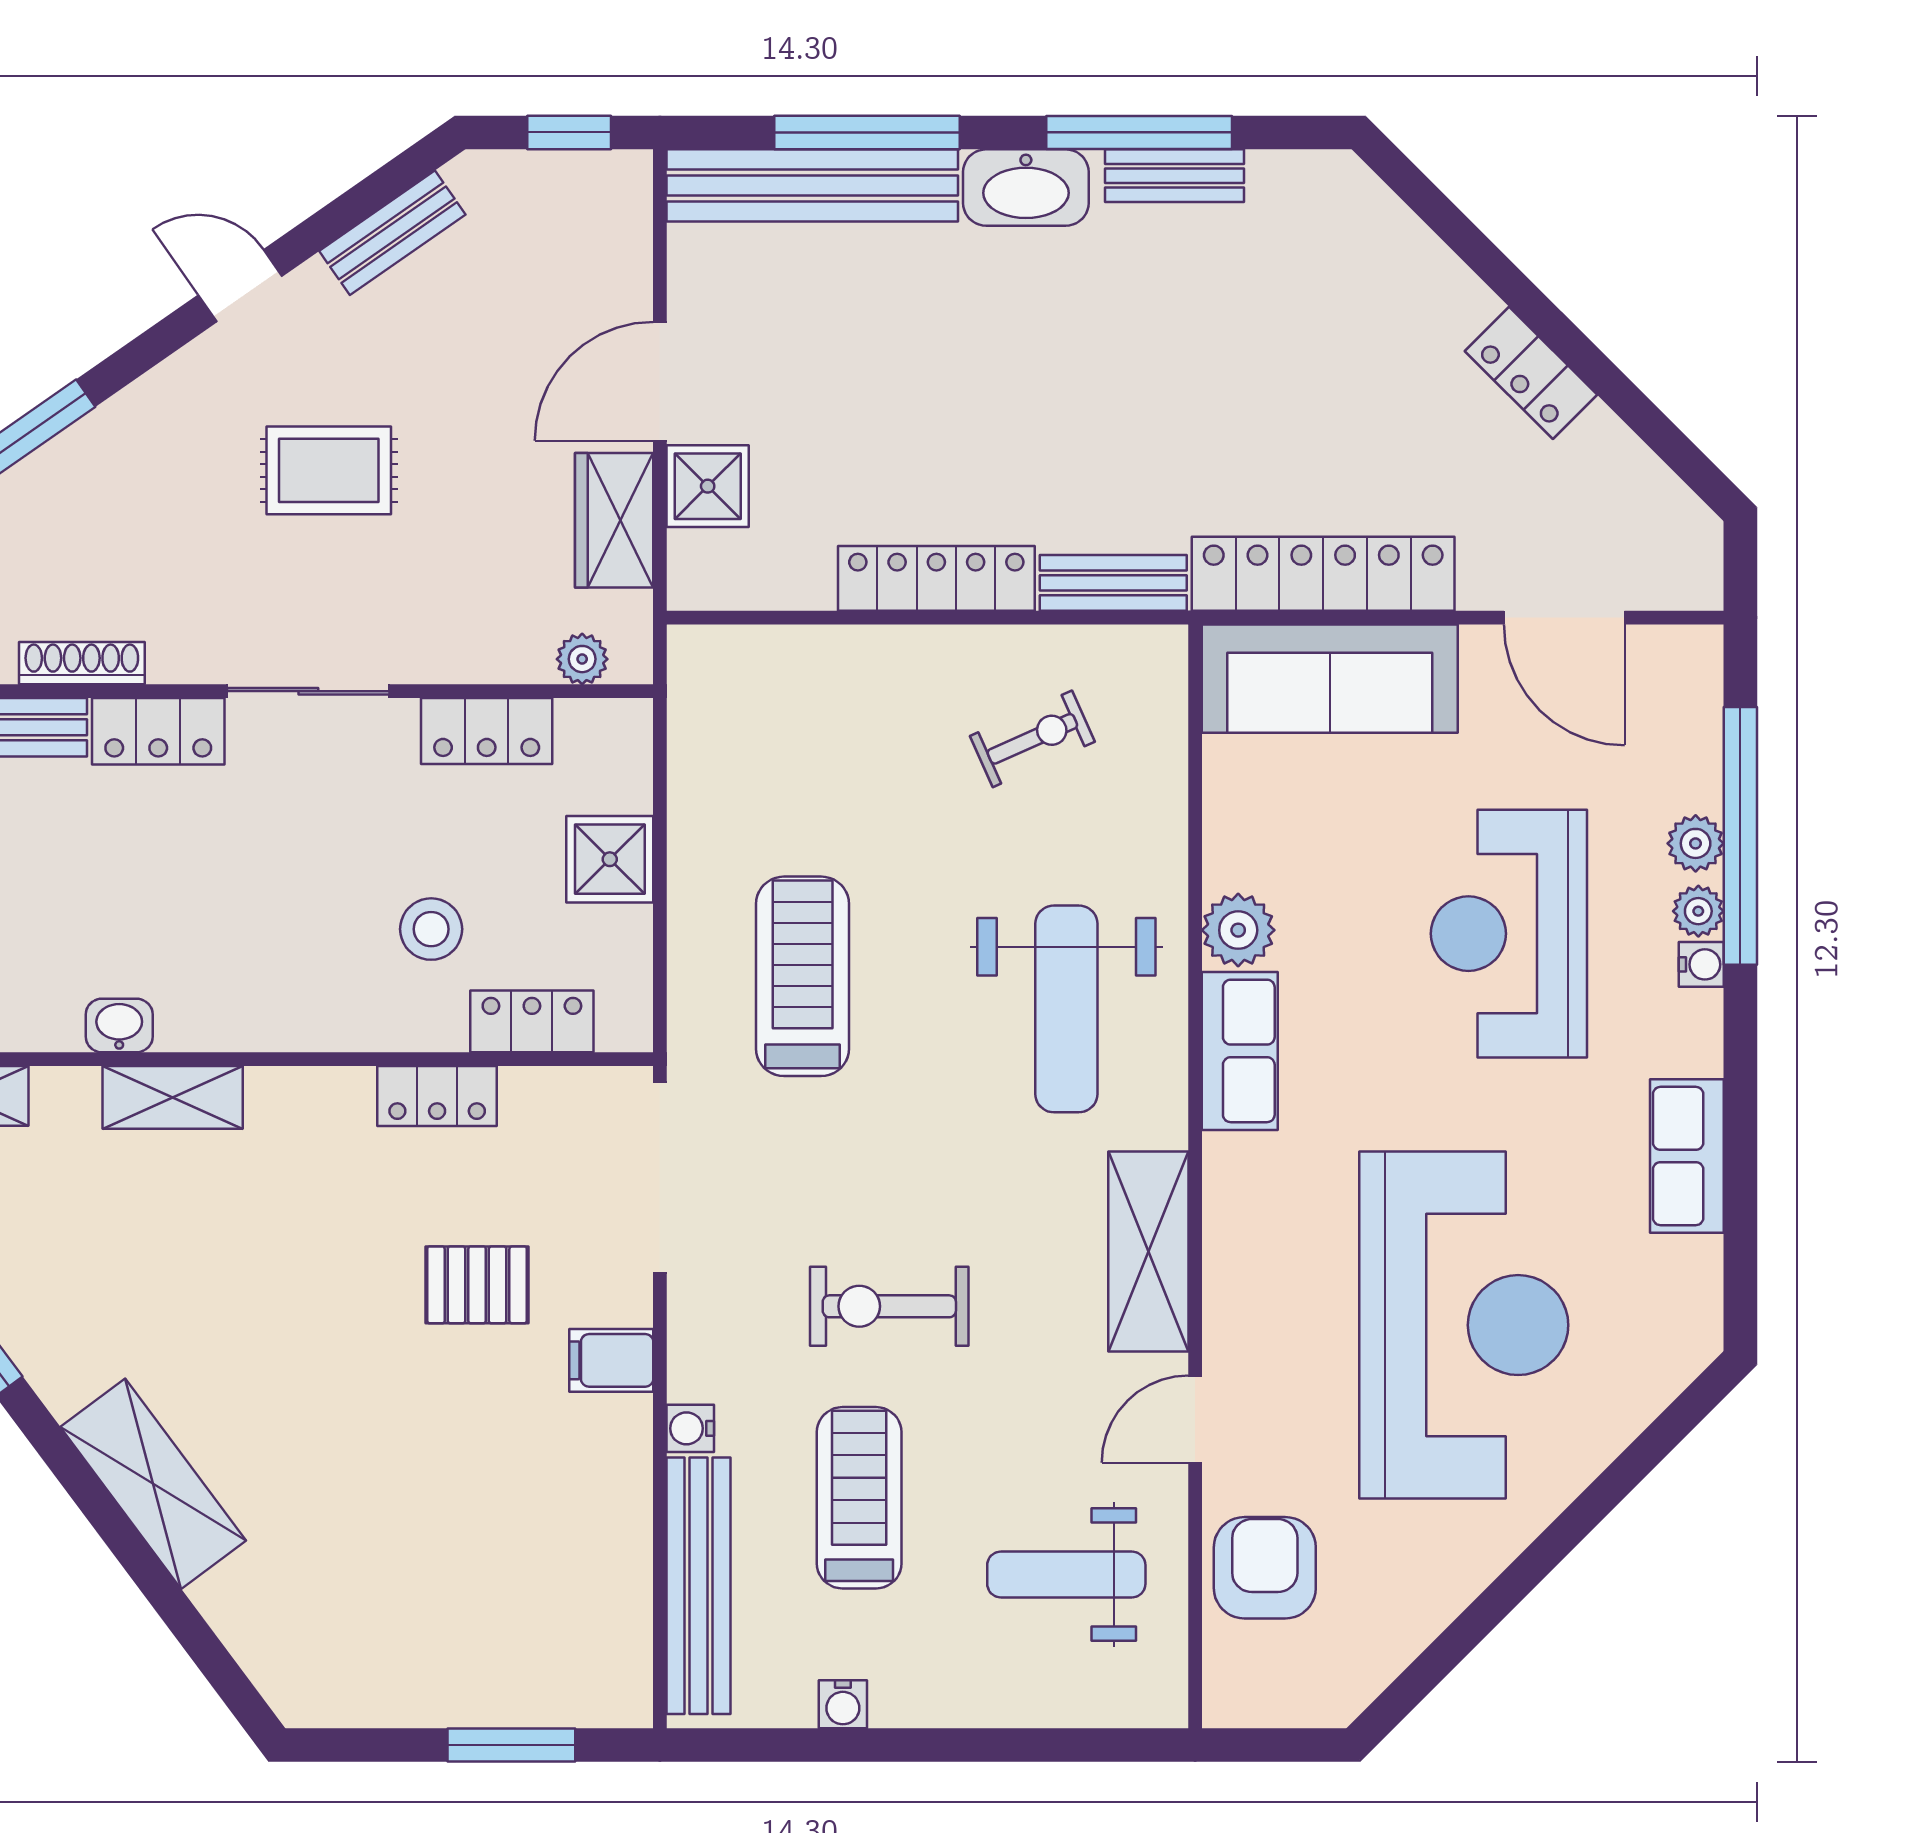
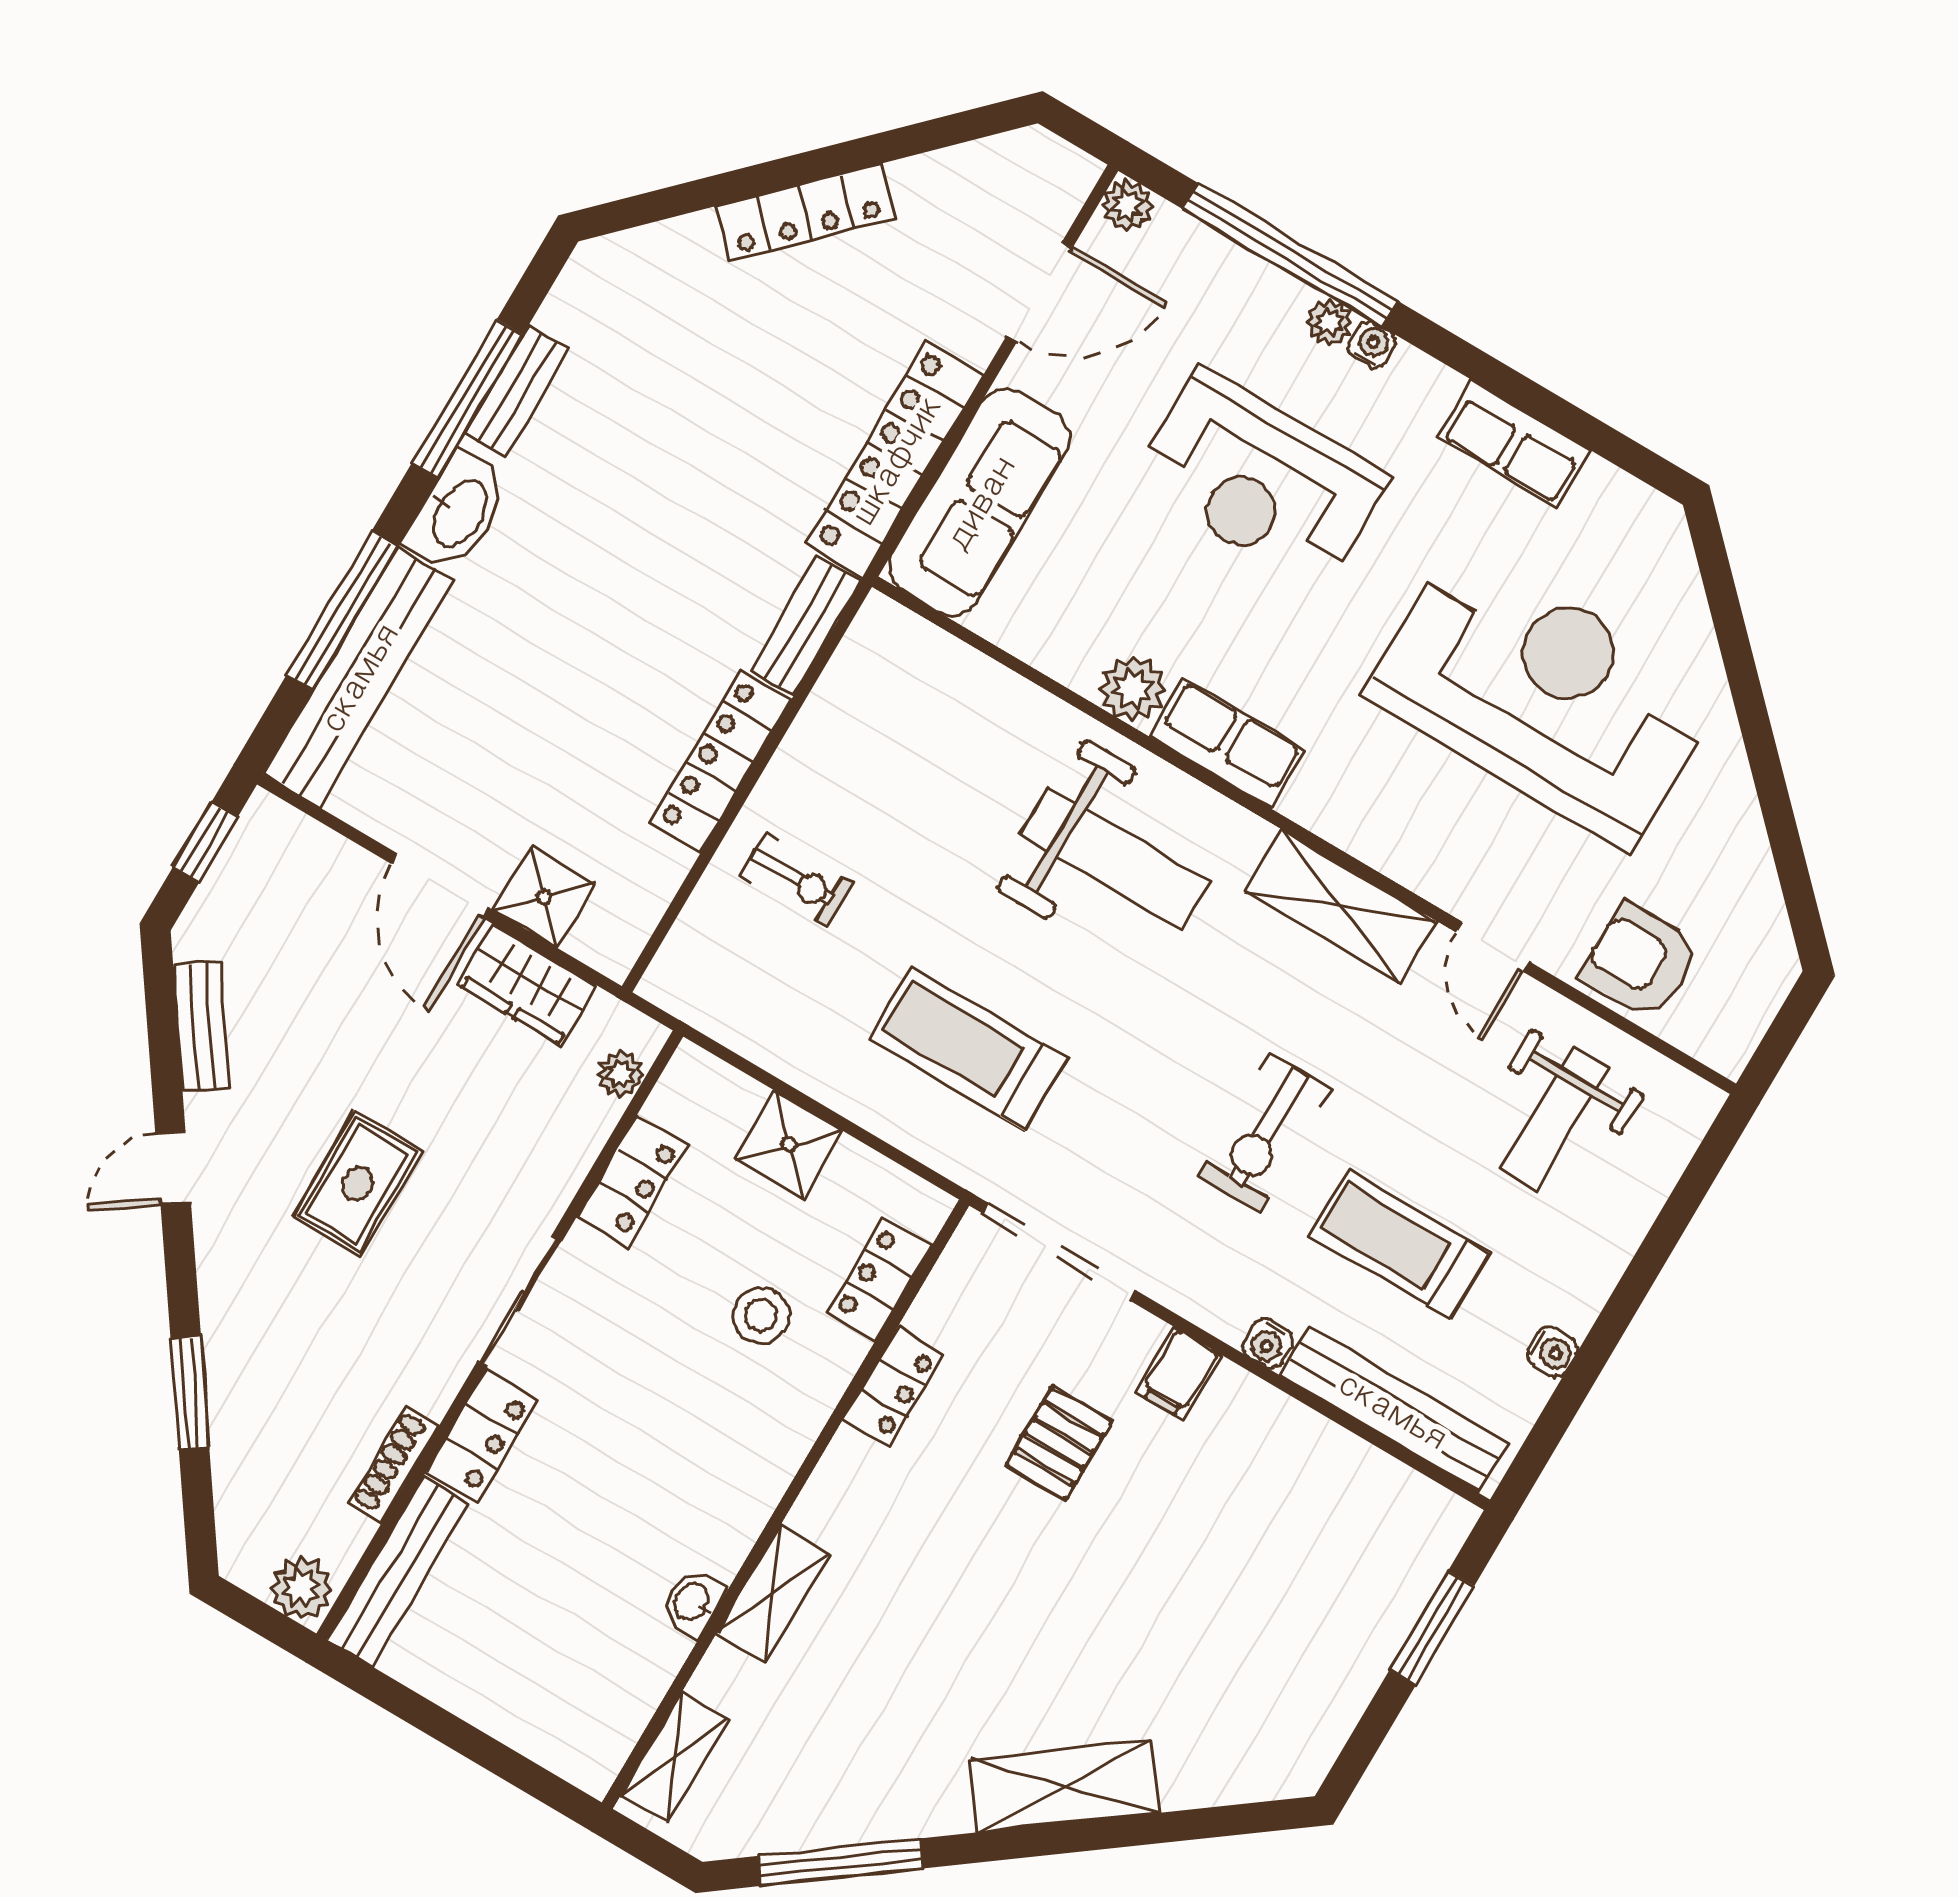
locker: (1531, 373) -> (805, 212), width x1.53
exercise bike: (1032, 739) -> (796, 879), moved, turned 114
plant: (1696, 843) -> (1127, 206), moved

